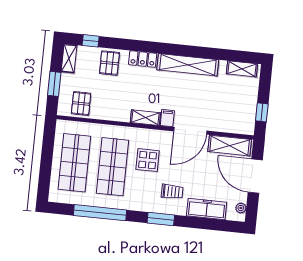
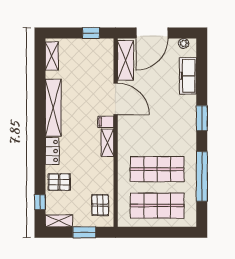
pallet: (81, 103) -> (100, 205), turned 90
display table: (148, 160) -> (147, 137), removed
trolley: (172, 192) -> (175, 110), removed

